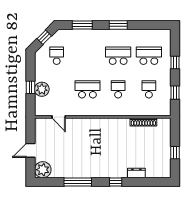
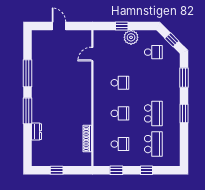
plant: (42, 89) -> (131, 37), moved
school desk: (87, 89) -> (120, 83), width x0.54
plant: (43, 170) -> (40, 38), removed
window: (116, 182) -> (27, 111), width x2.17

